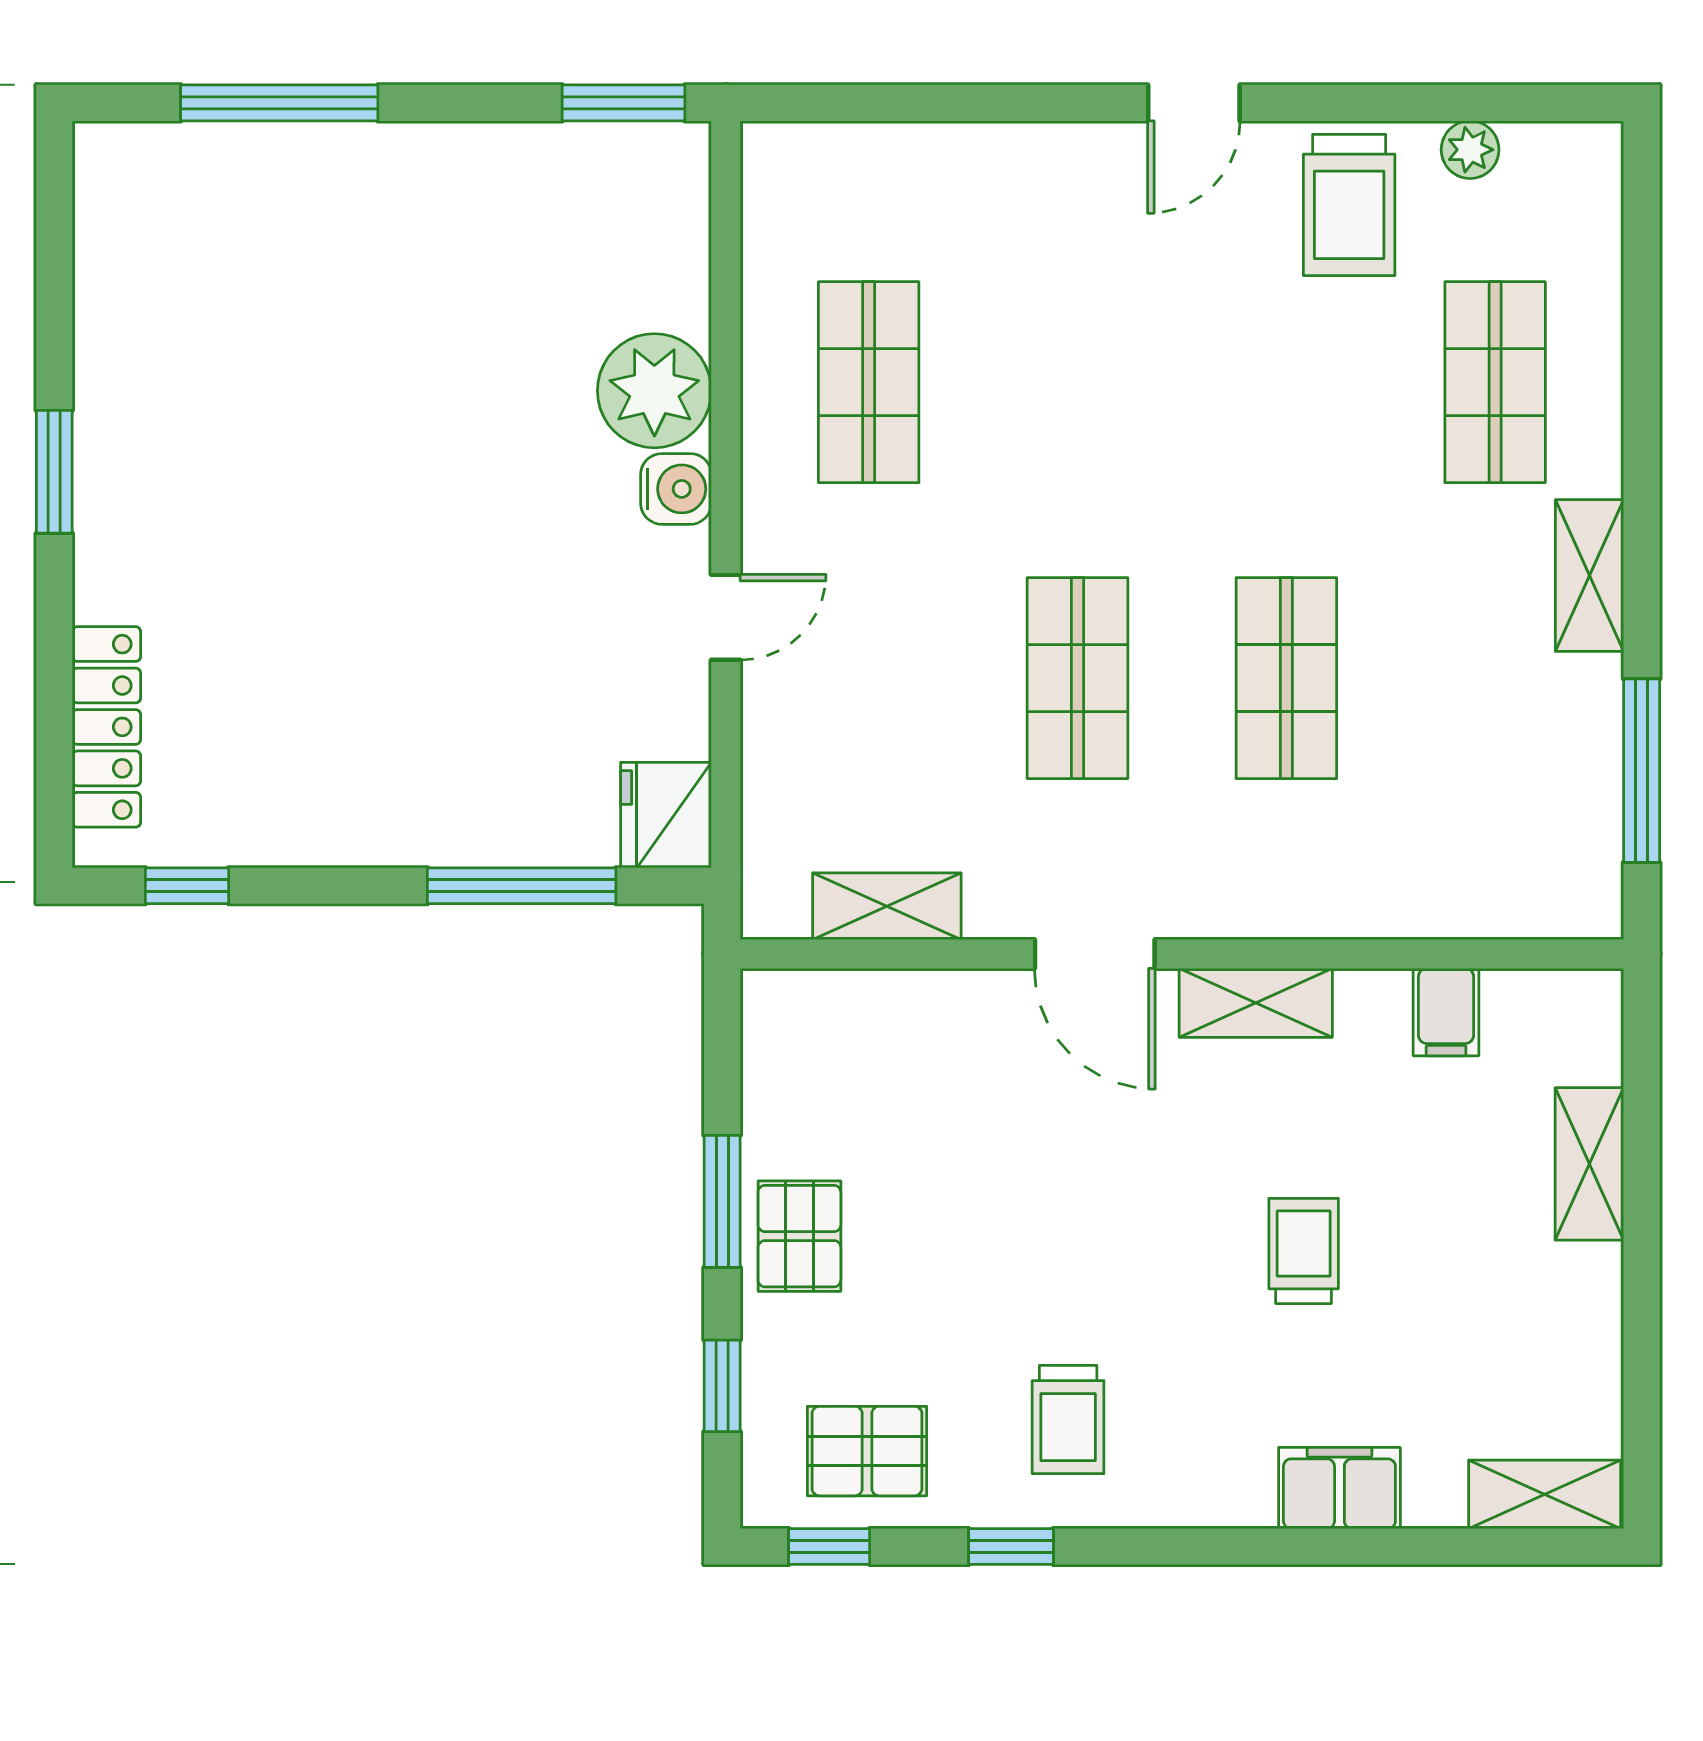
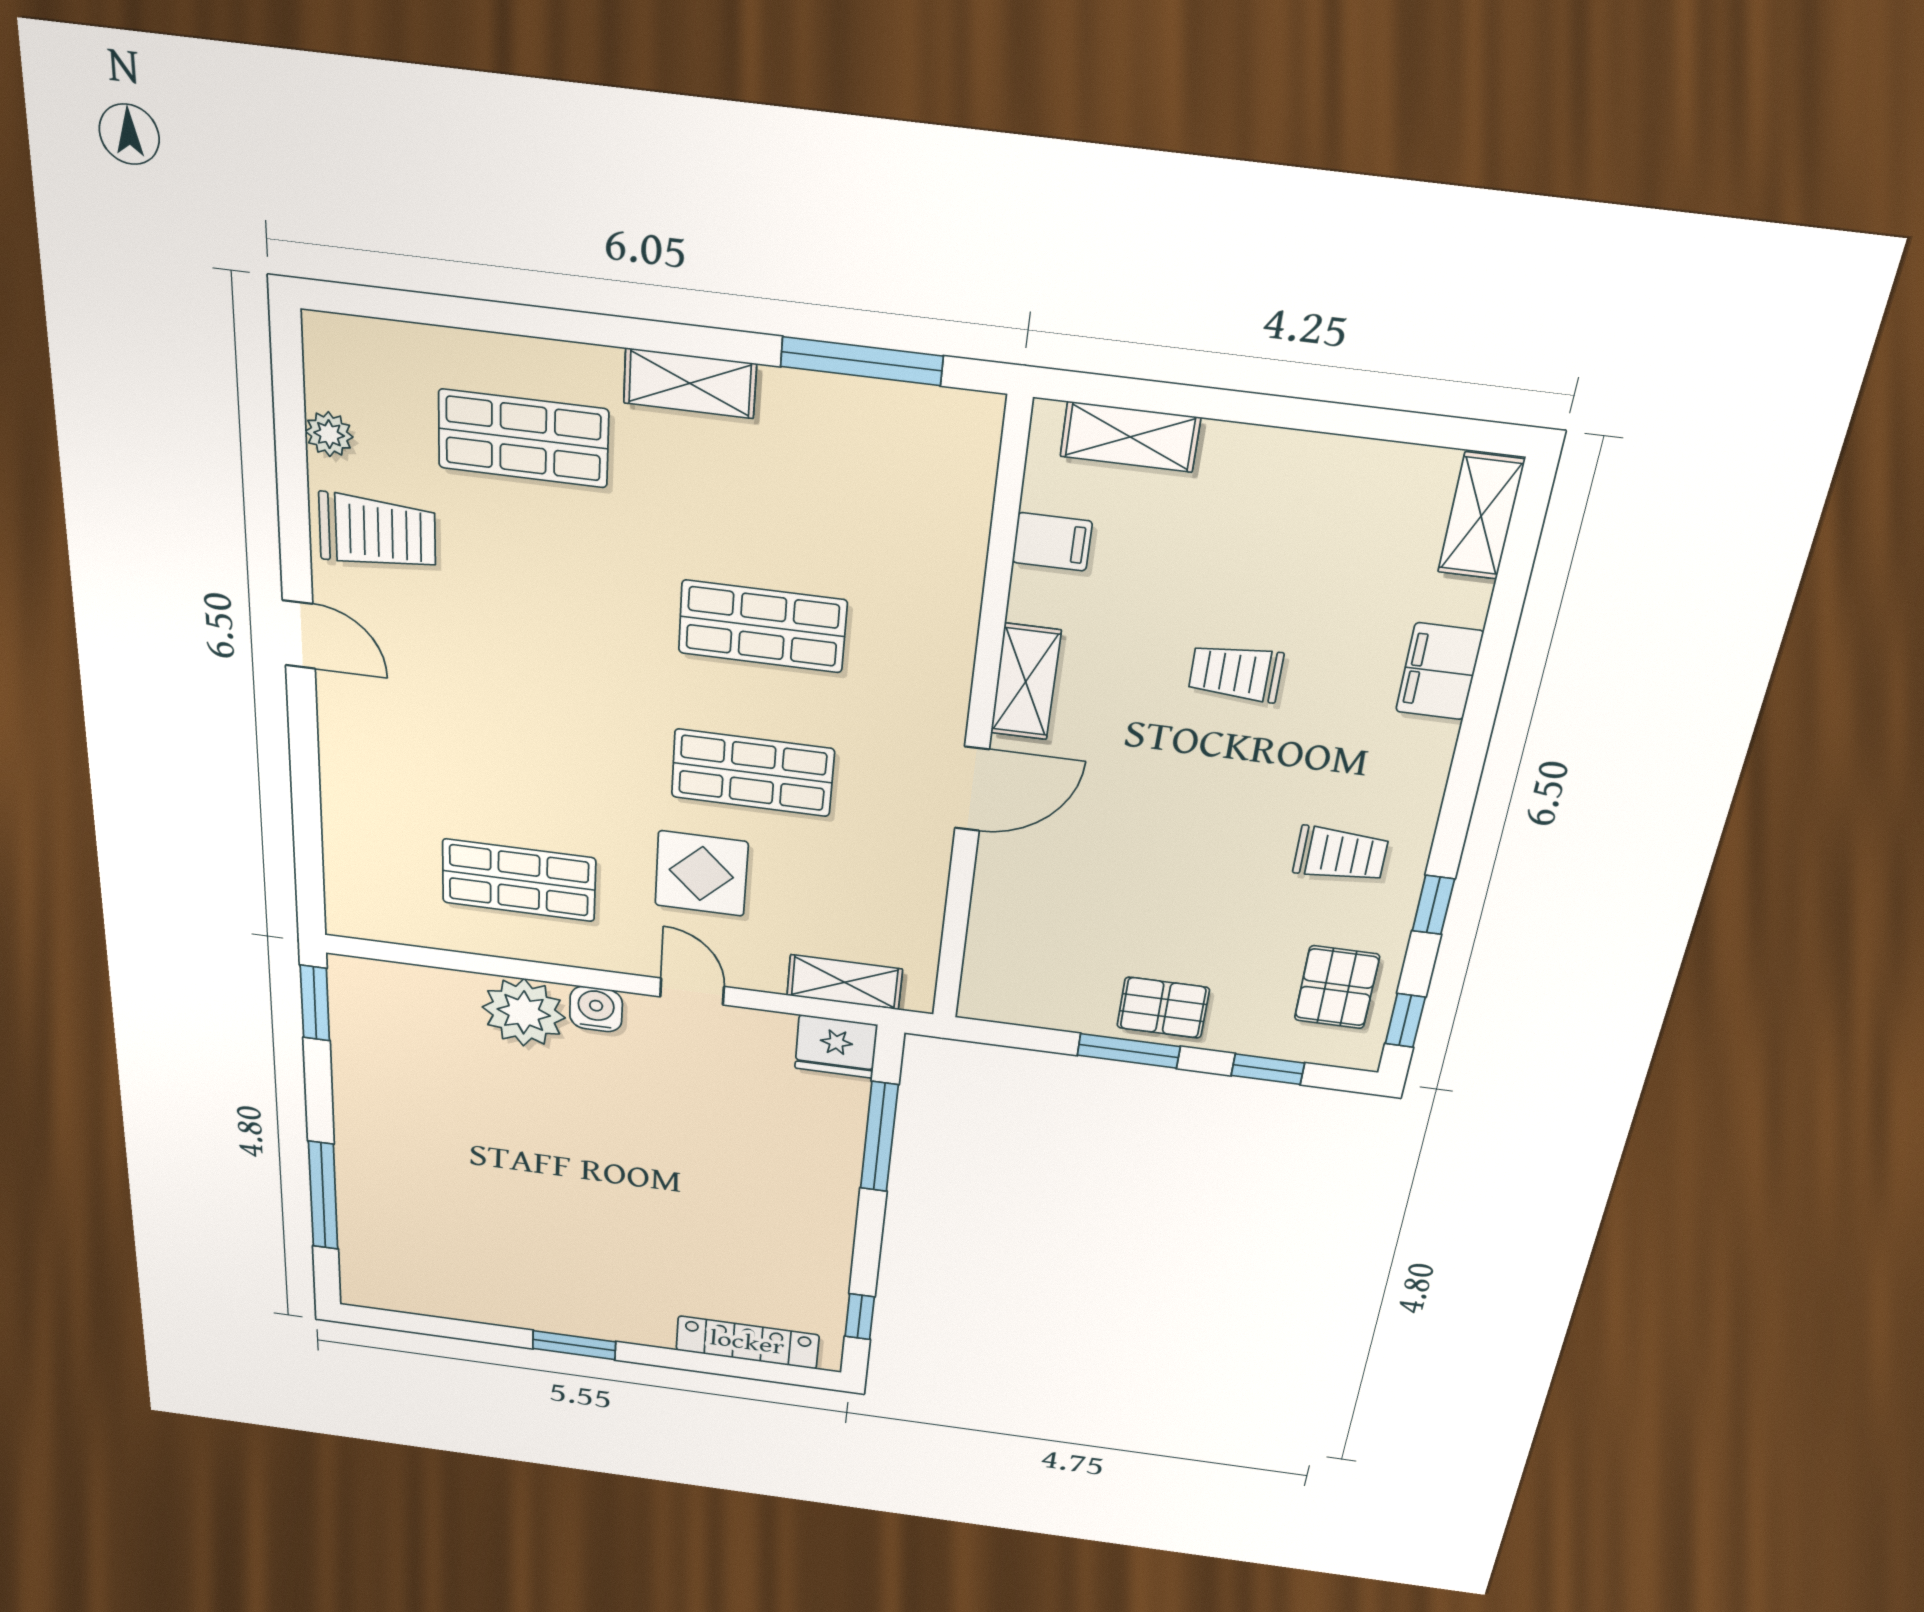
display table: (916, 621) -> (701, 874), added
shelving: (887, 906) -> (845, 982), moved, turned 90
shelving: (1589, 1164) -> (1130, 437), moved

